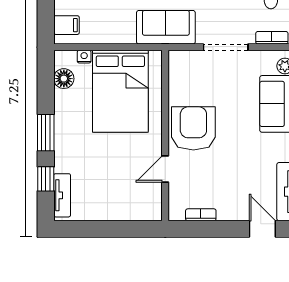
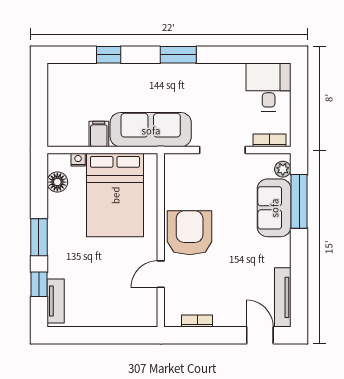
filing cabinet: (66, 25) -> (99, 134), moved, turned -90
sofa: (166, 27) -> (151, 130), width x1.36

